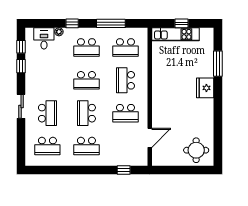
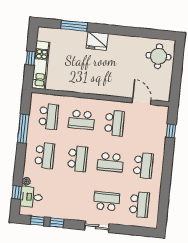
window: (72, 23) -> (17, 192), moved

